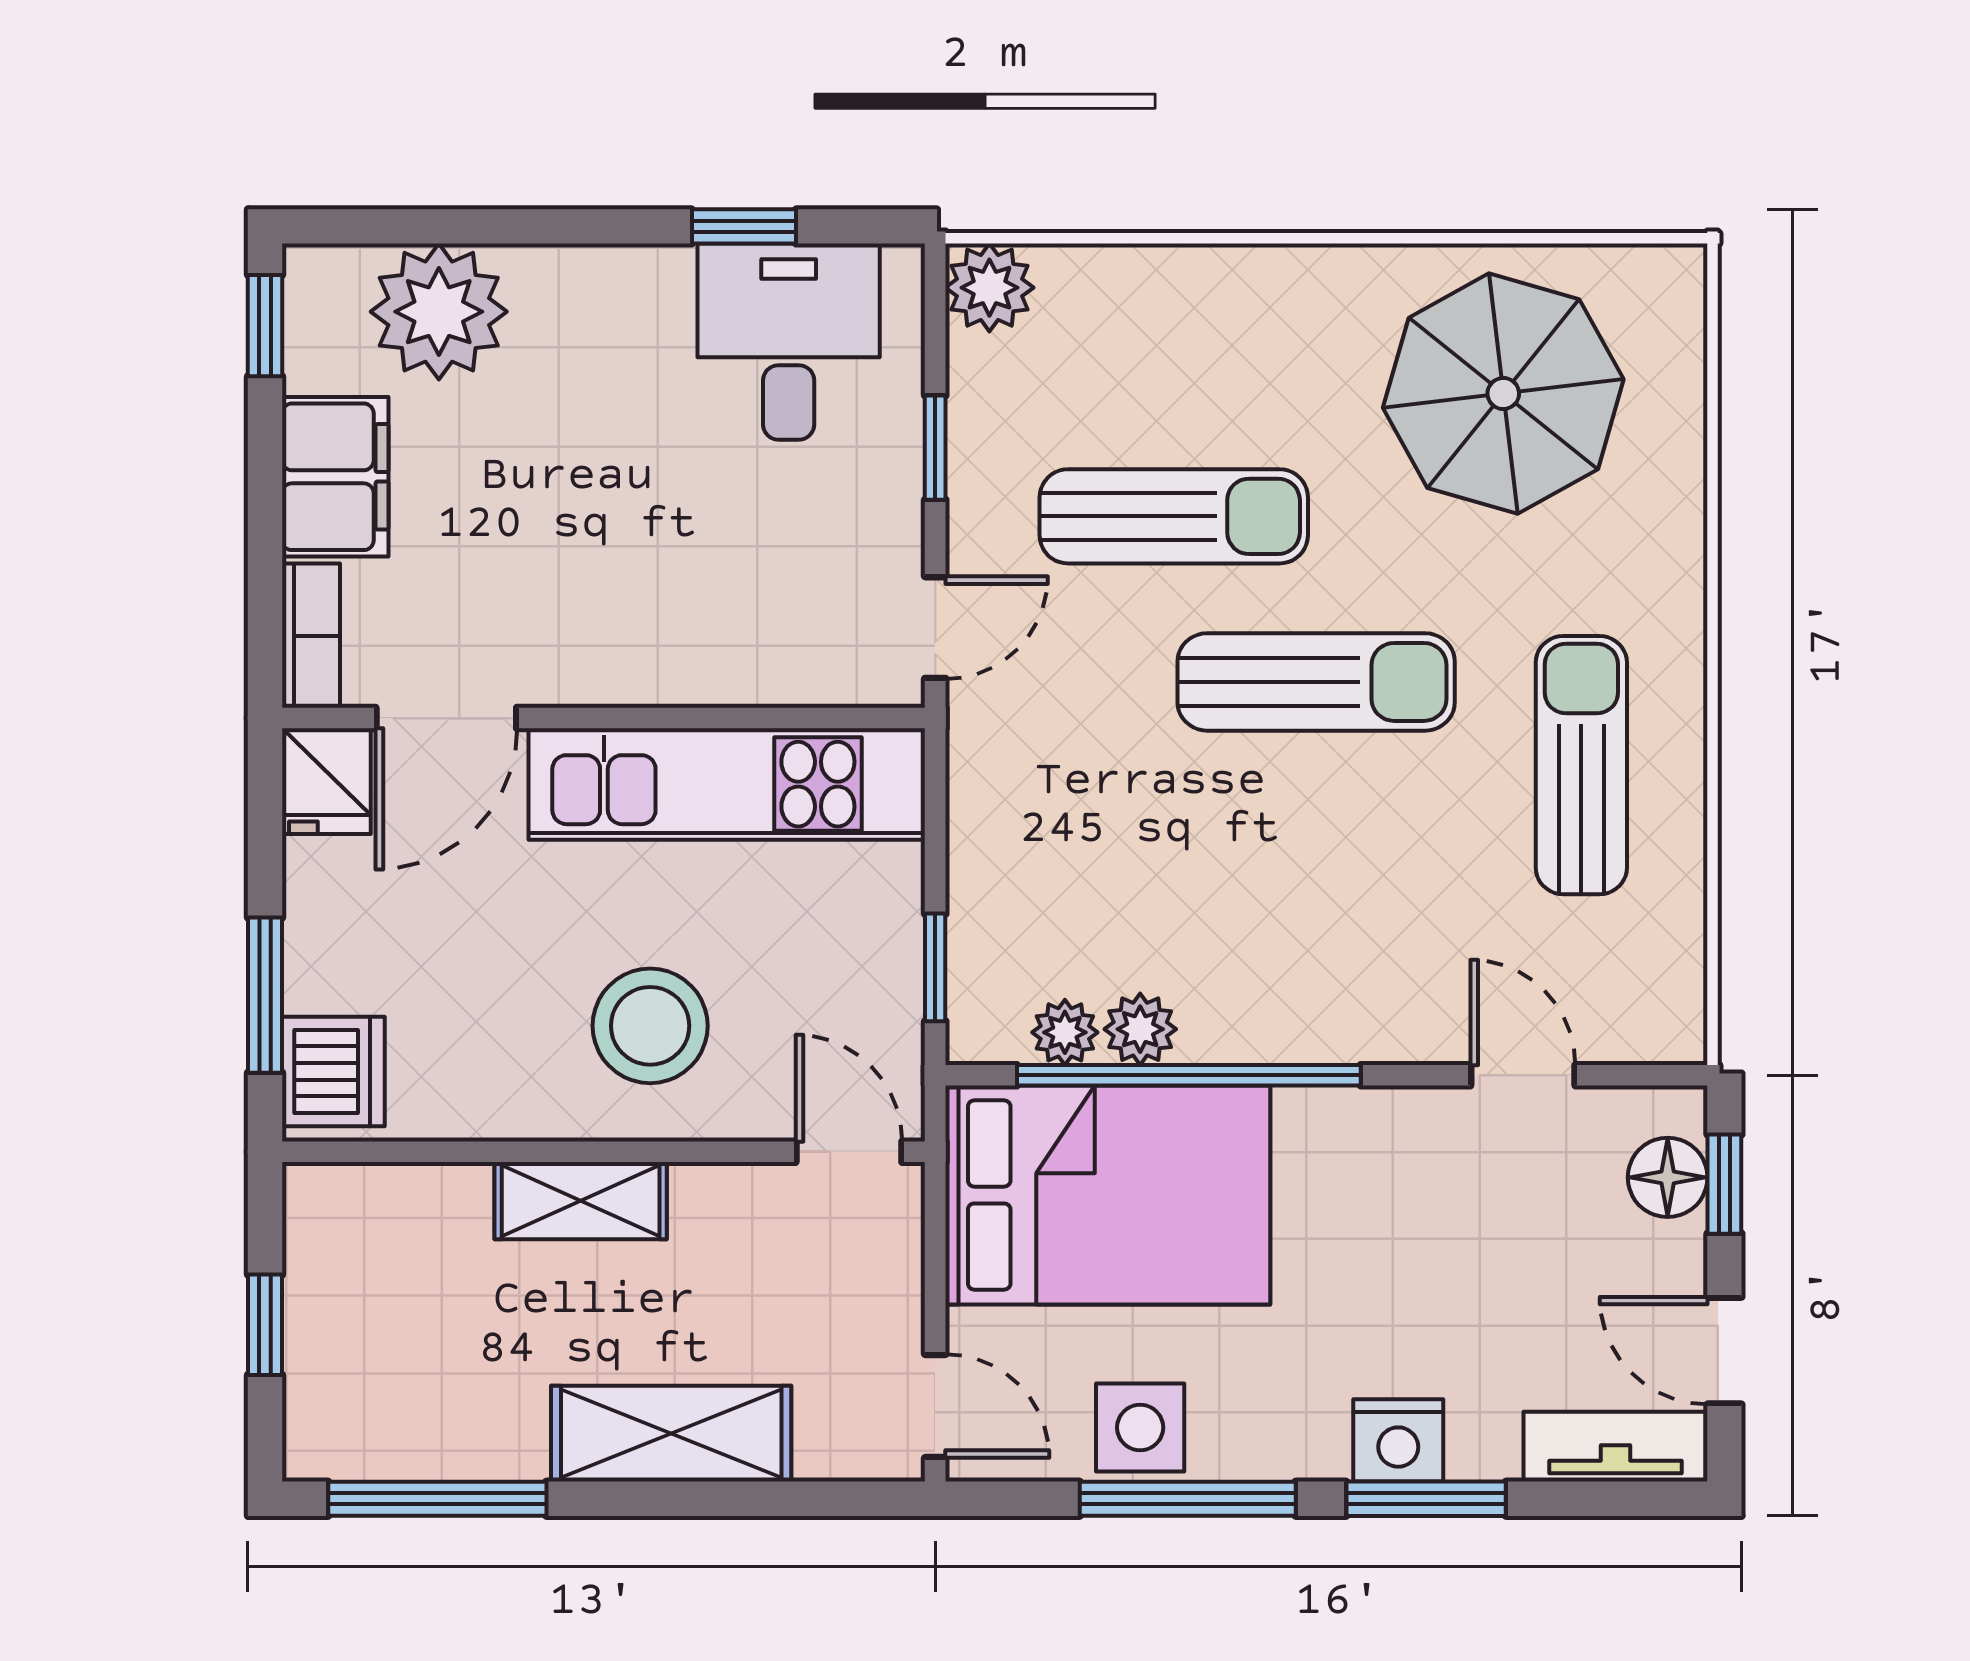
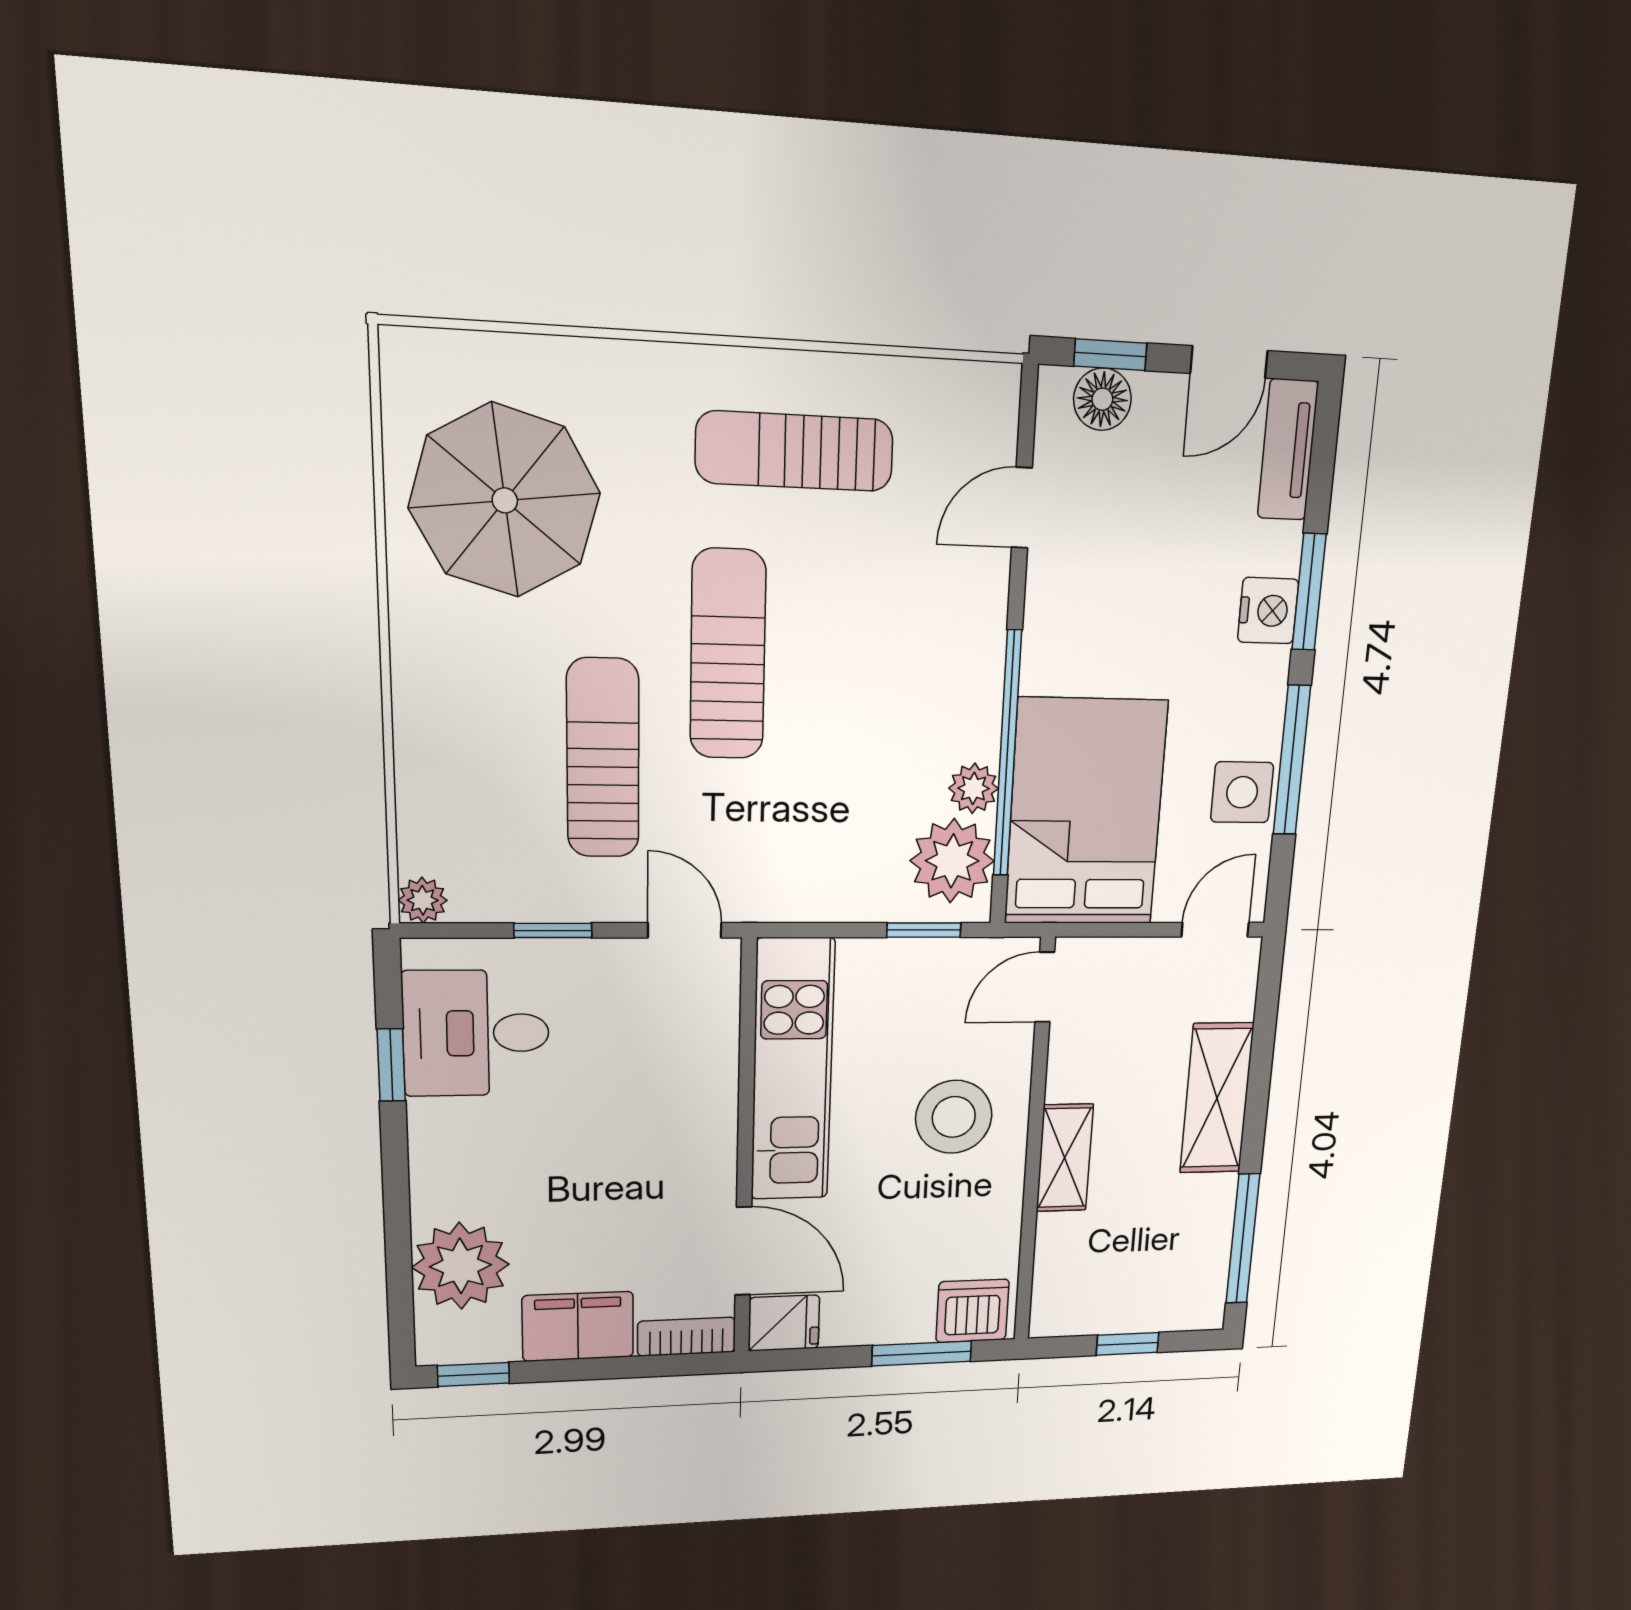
plant: (989, 288) -> (423, 900), width x0.73, depth x0.73
plant: (1065, 1032) -> (952, 861), width x1.88, depth x1.88

